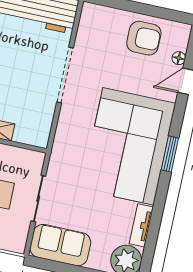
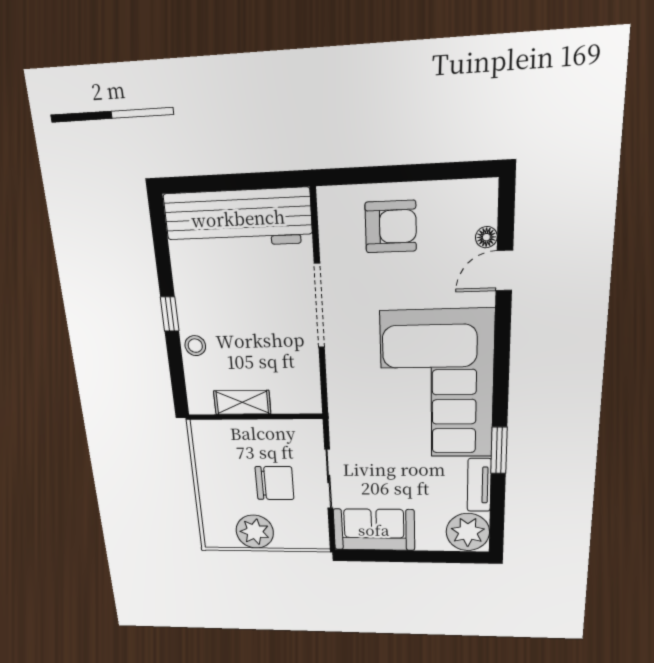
armchair: (144, 38) -> (391, 227), moved
window: (170, 154) -> (499, 450), moved

